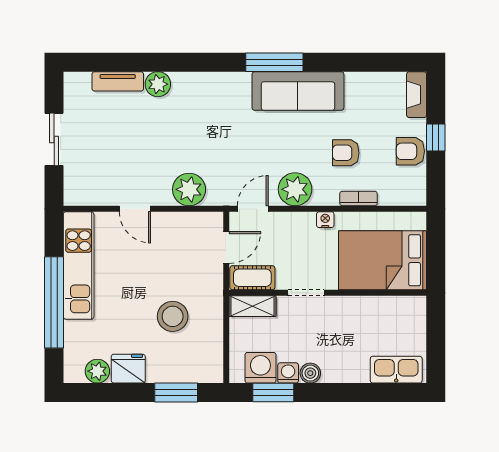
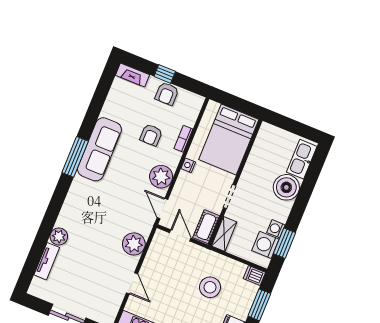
door: (135, 209) -> (132, 283), hinge flipped
dishwasher: (213, 370) -> (254, 275), added
boiler: (310, 373) -> (286, 187), moved, width x1.86, depth x1.86

